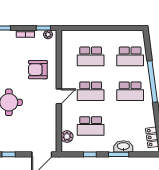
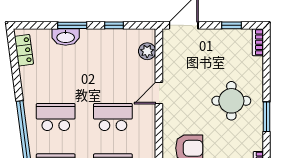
door: (59, 96) -> (159, 93), moved
school desk: (91, 126) -> (113, 67), removed

